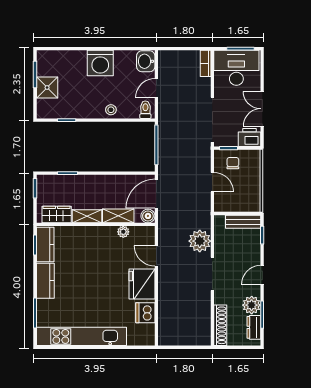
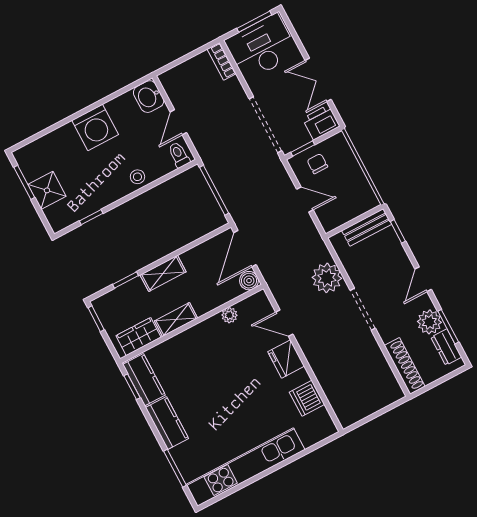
shelving: (118, 216) -> (163, 273), moved
fridge: (142, 284) -> (286, 359), width x0.73, depth x0.75

